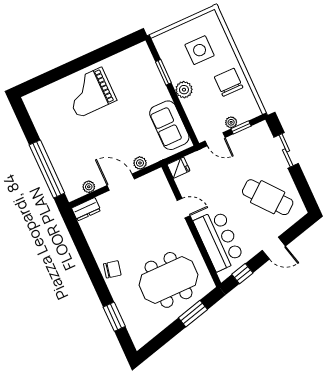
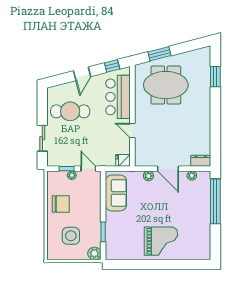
chair: (229, 82) -> (61, 204), turned -90
plant: (184, 90) -> (94, 253), moved
cafe table: (268, 197) -> (70, 111), turned -51
door: (274, 248) -> (82, 74), swing flipped
chair: (112, 269) -> (202, 110), removed

